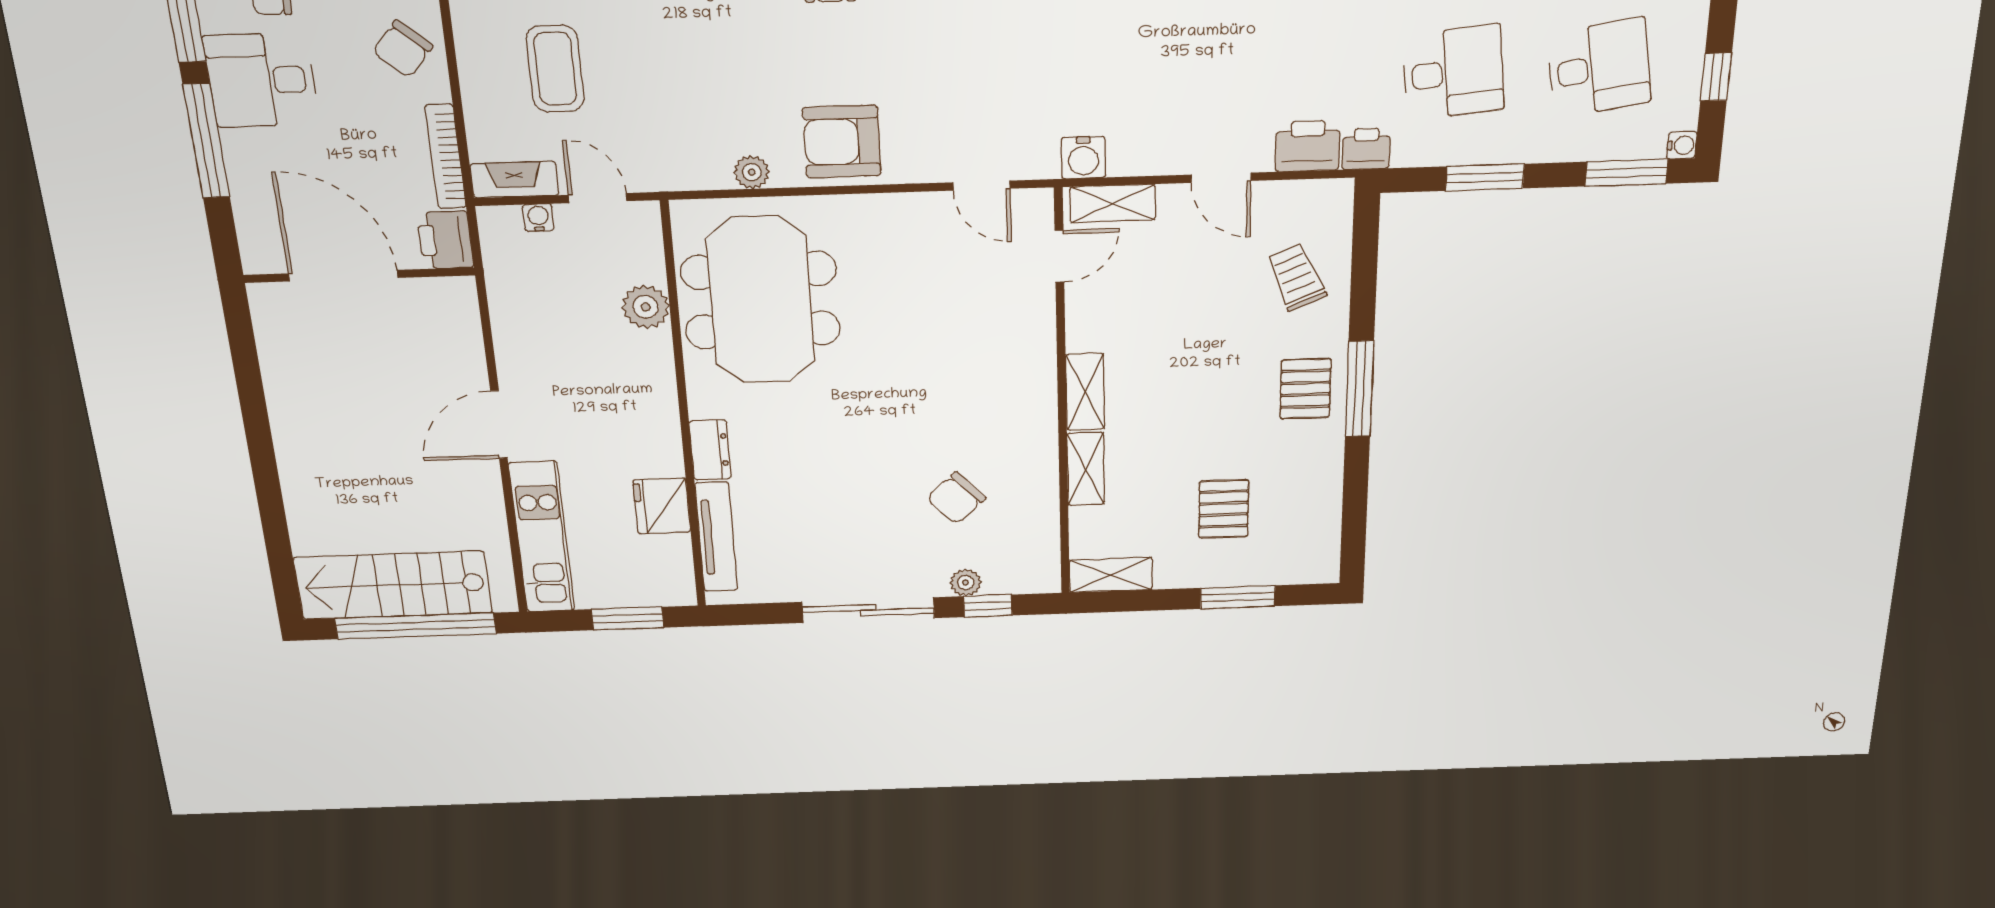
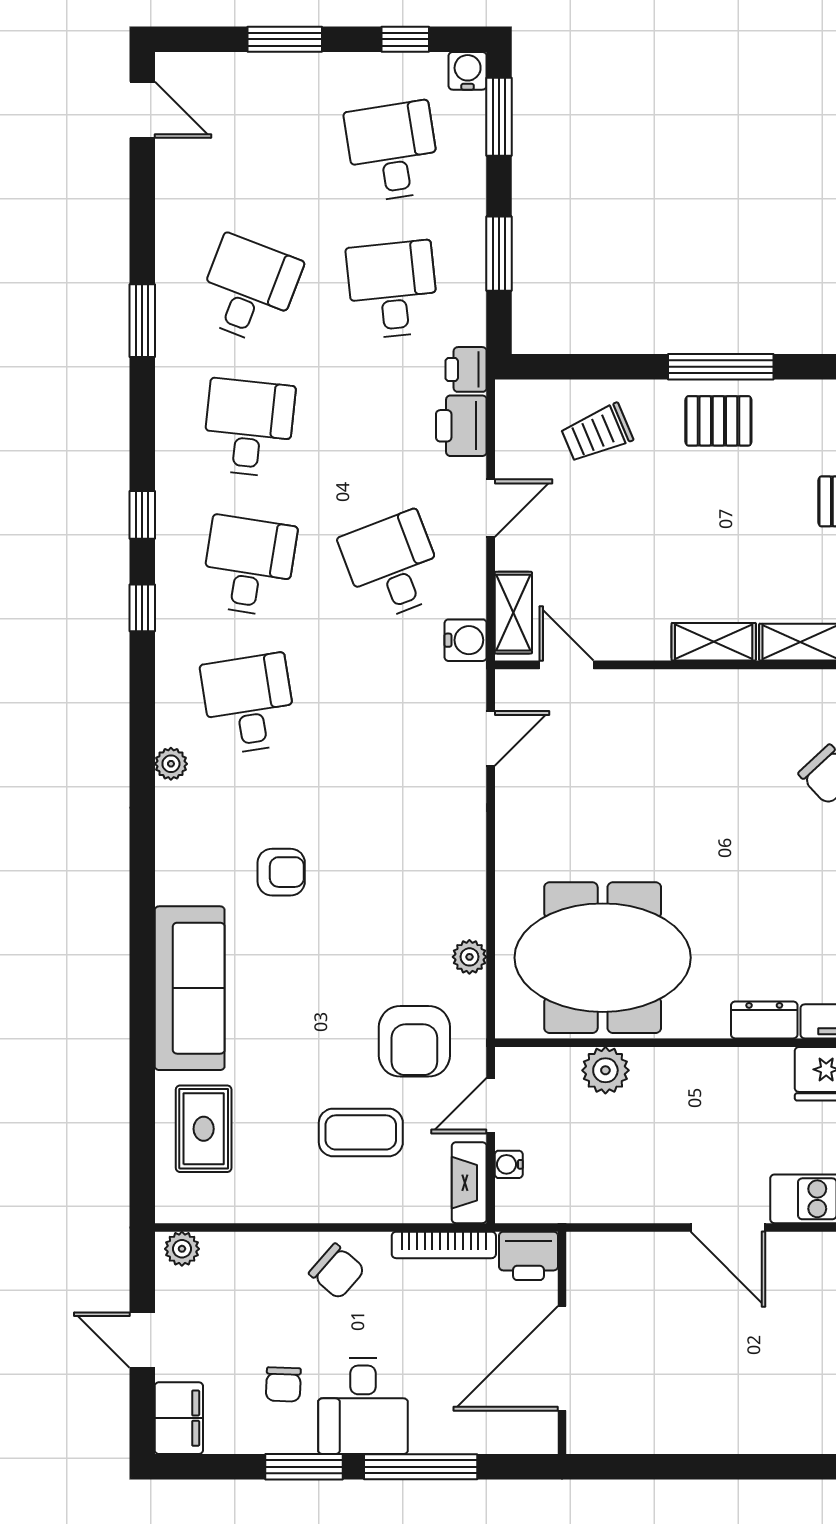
desk: (1161, 82) -> (393, 566), added
armchair: (842, 142) -> (414, 1041), moved
water cooler: (1682, 145) -> (468, 71), width x1.38, depth x1.38

